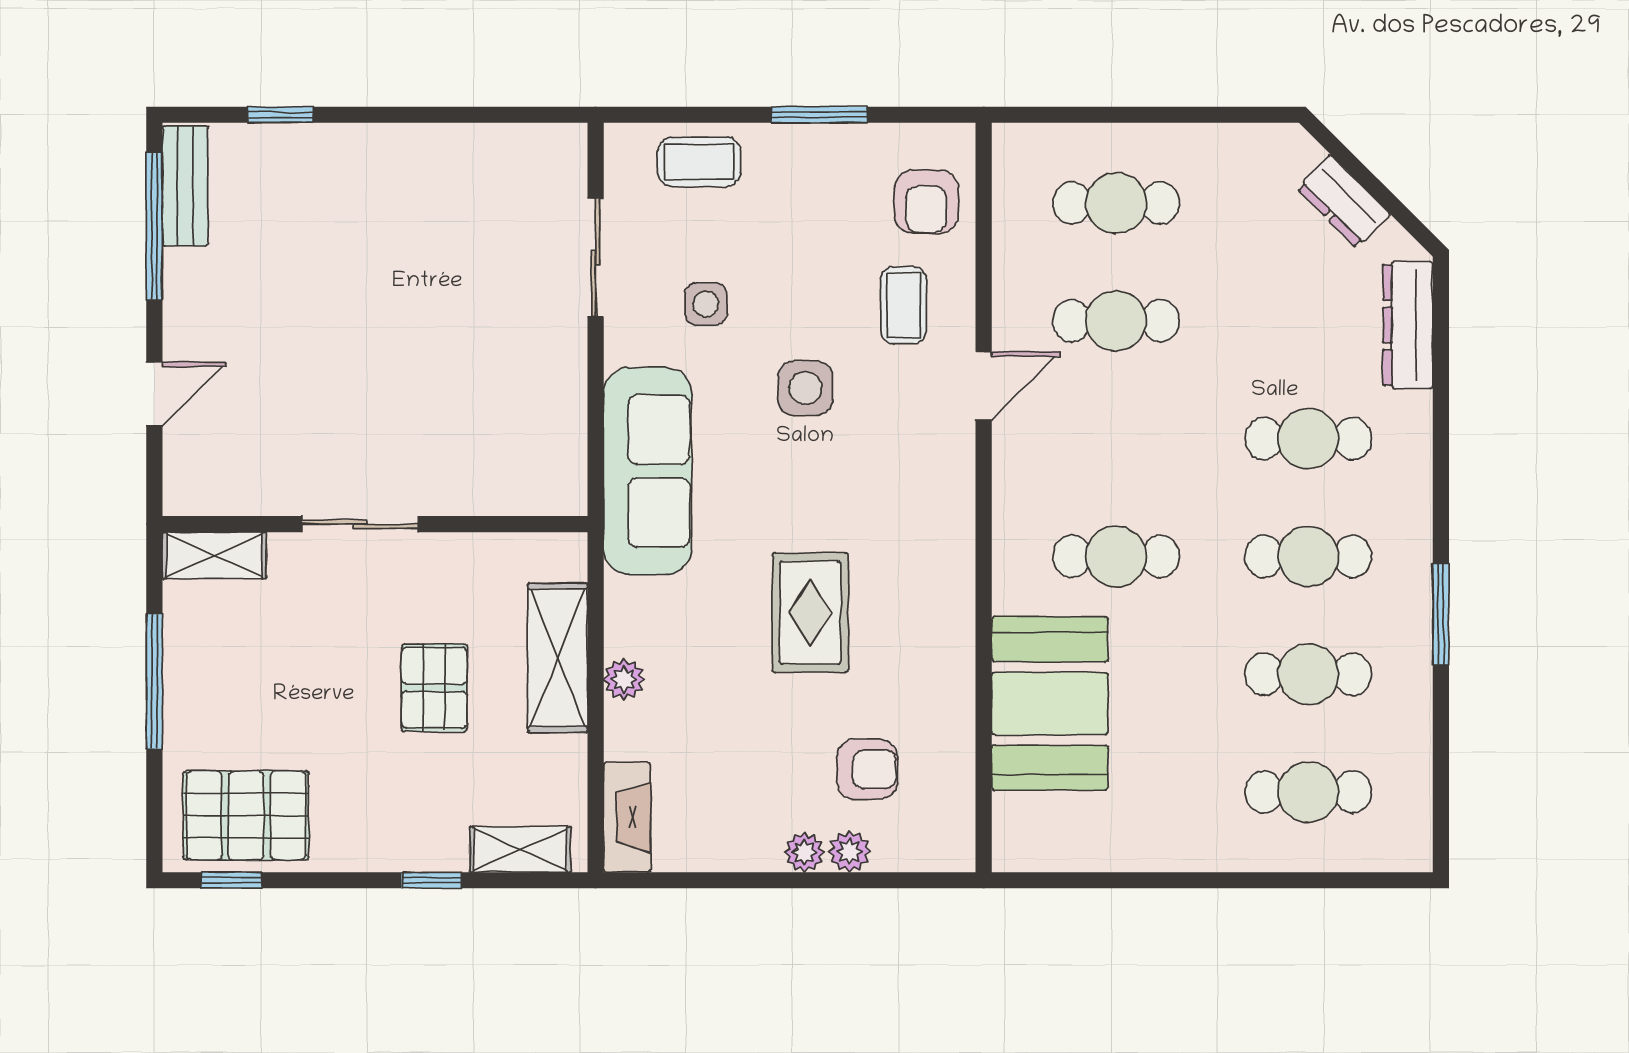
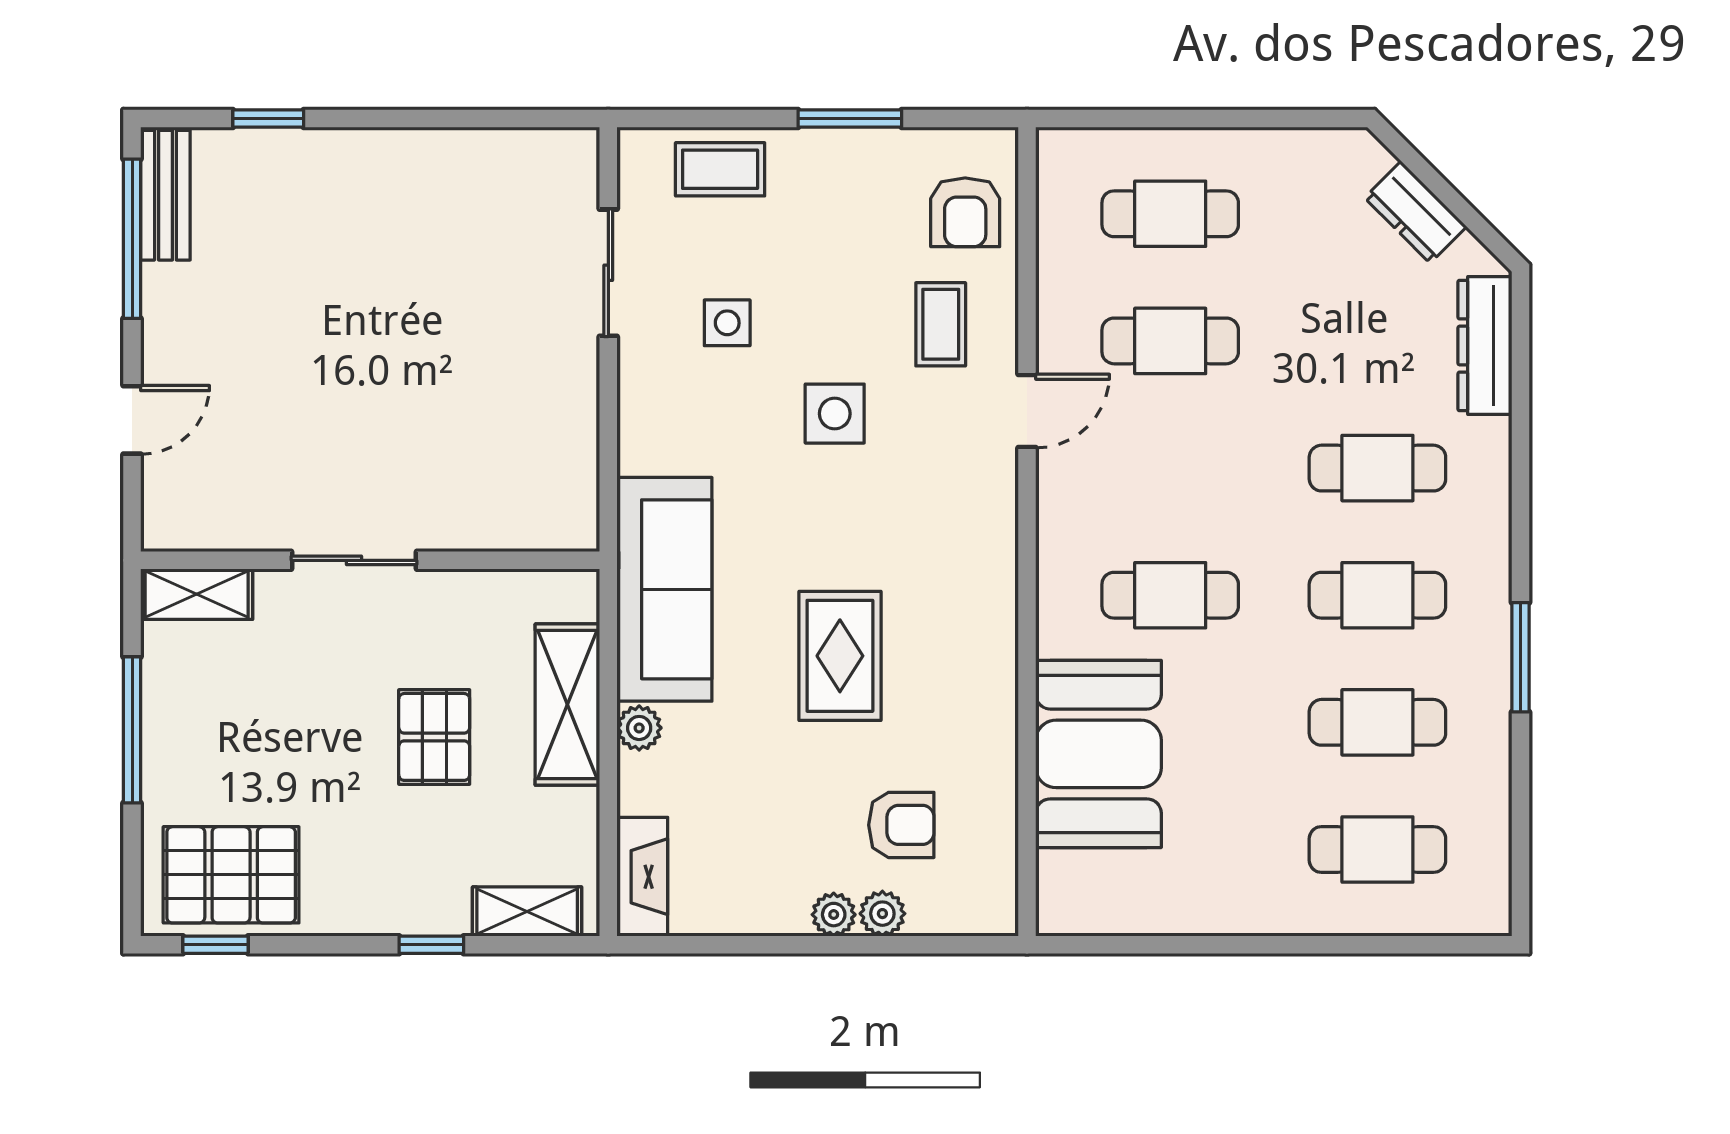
sofa: (648, 471) -> (664, 589), moved

